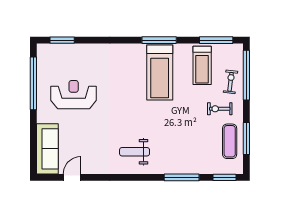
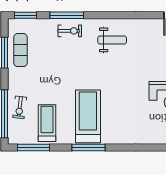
exercise bike: (220, 109) -> (70, 31), moved

